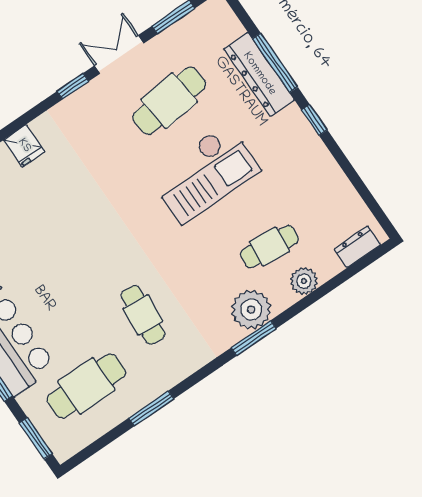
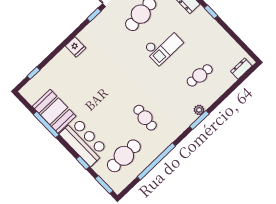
checkout: (205, 173) -> (163, 46), width x0.73, depth x0.83
plant: (304, 281) -> (219, 89), removed
plant: (251, 309) -> (199, 110), width x0.53, depth x0.53
window: (151, 408) -> (156, 161), width x2.11

